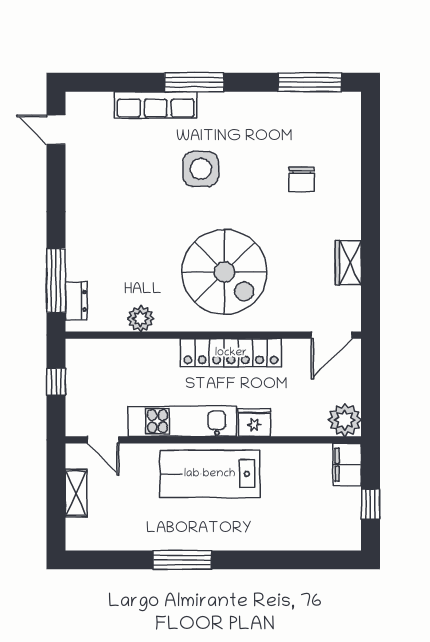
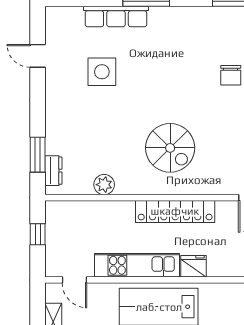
door: (56, 130) -> (38, 56), moved
side table: (201, 169) -> (102, 72), moved
spiral stairs: (225, 272) -> (170, 148), width x0.73, depth x0.73
window: (56, 281) -> (38, 155), width x0.69

